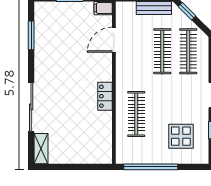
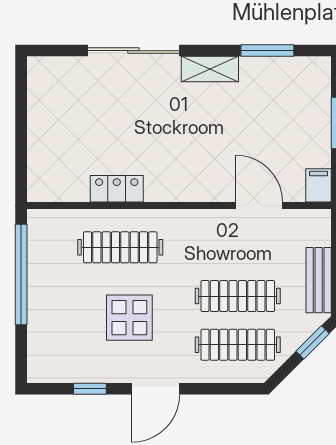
locker: (105, 96) -> (117, 189), moved
display table: (181, 136) -> (129, 318), moved
shelving: (41, 149) -> (210, 69), moved

